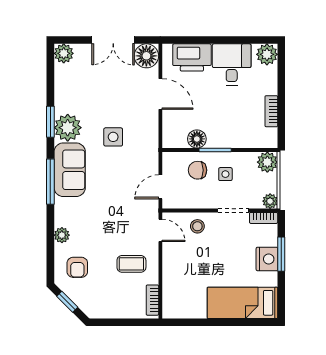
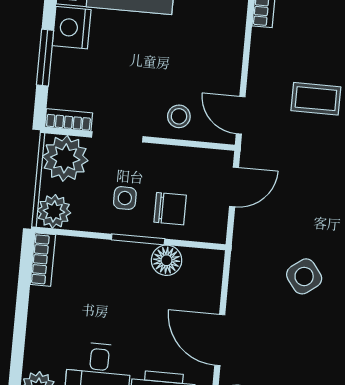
bookcase: (271, 111) -> (43, 260), moved
side table: (113, 137) -> (304, 276), turned -37
plant: (270, 201) -> (65, 158), width x1.88, depth x1.88
nightstand: (267, 259) -> (72, 28), moved
coffee table: (131, 264) -> (316, 99), moved

